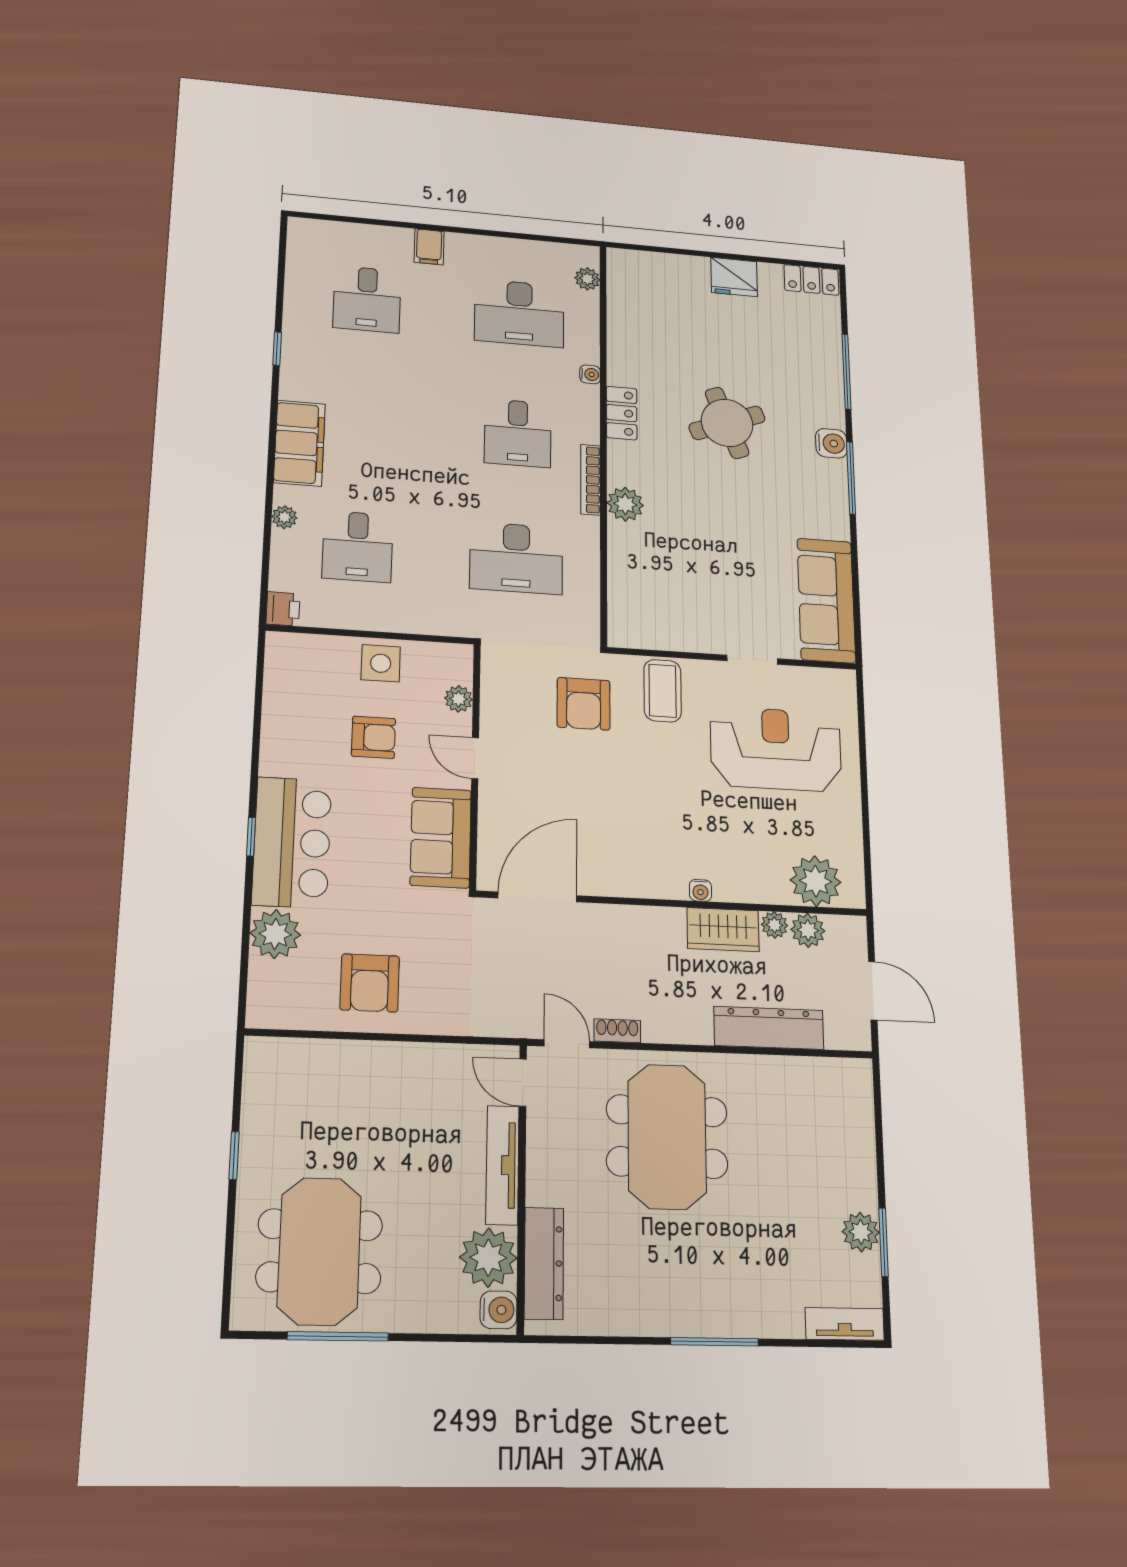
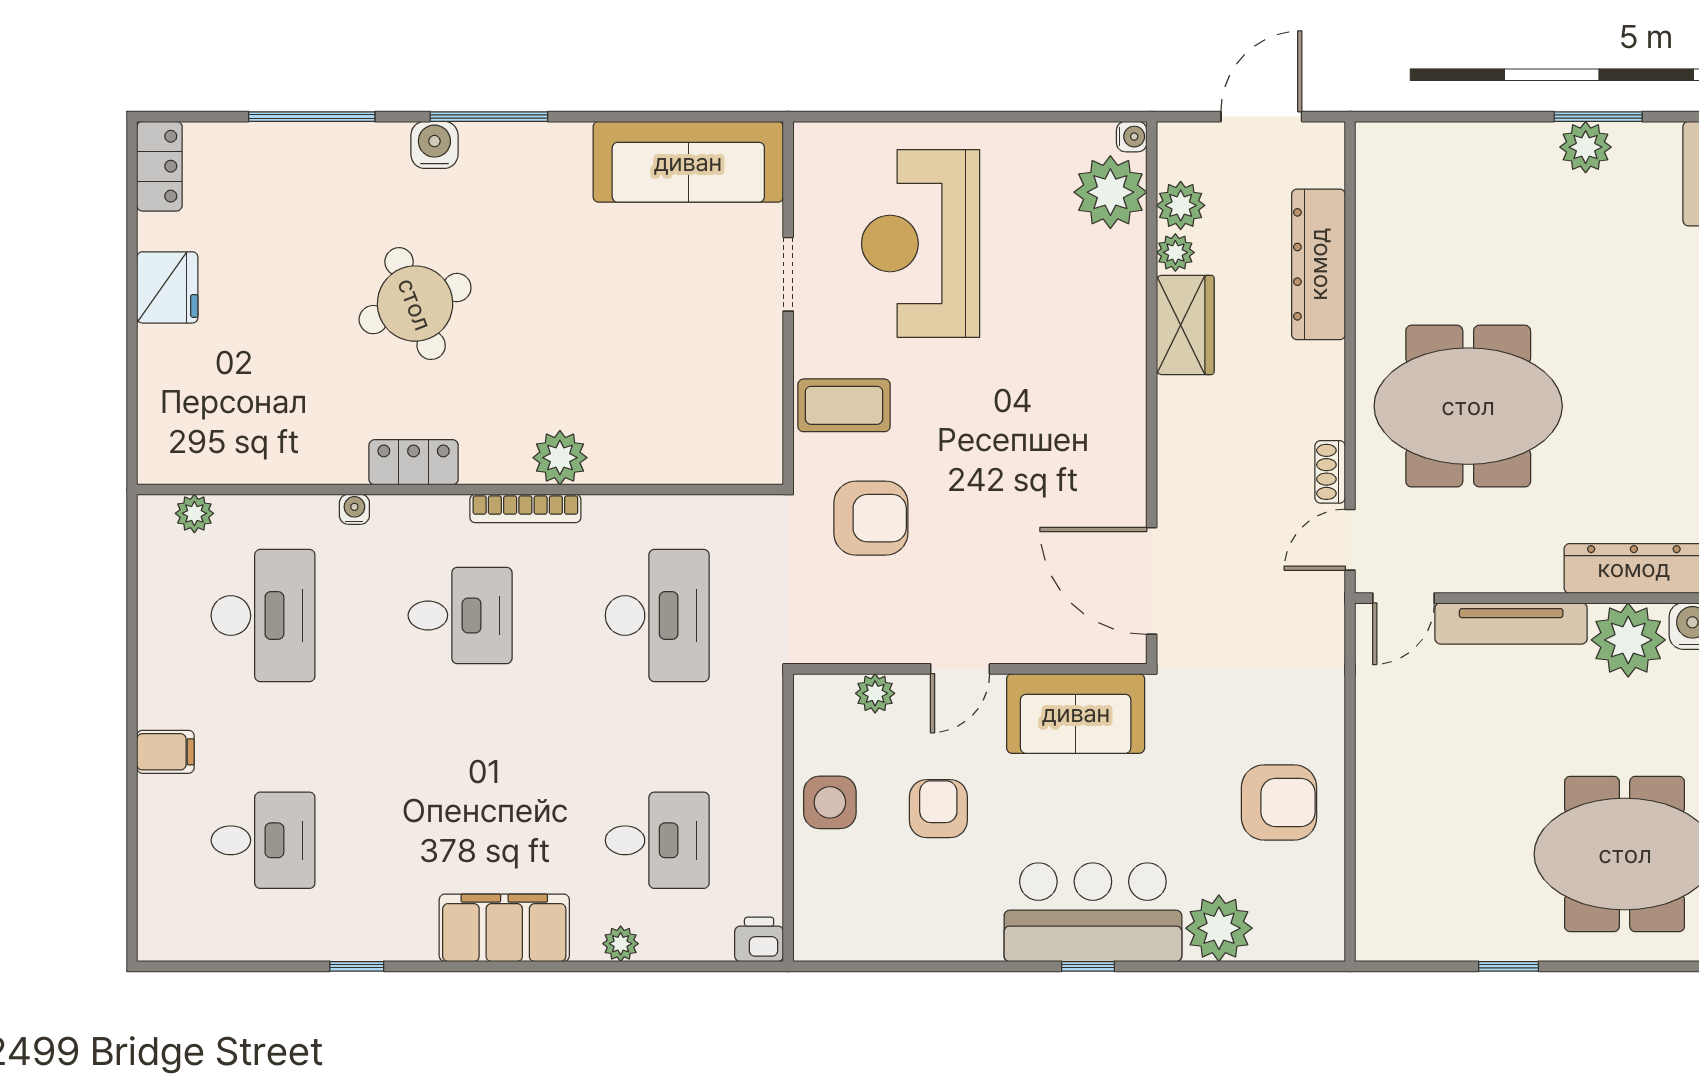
water cooler: (700, 890) -> (1132, 137), moved

